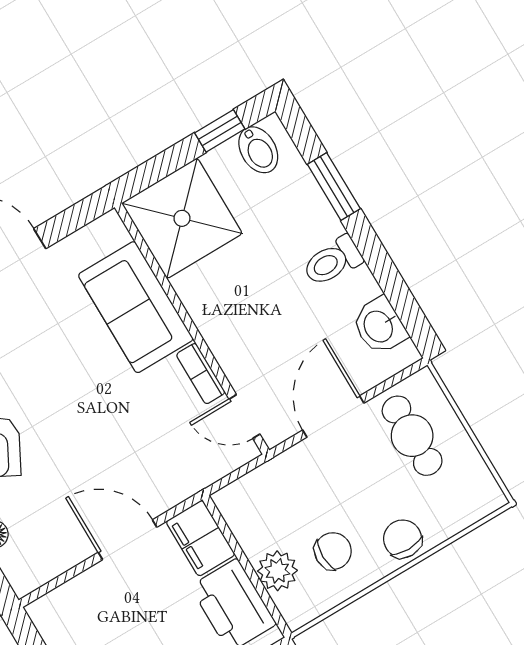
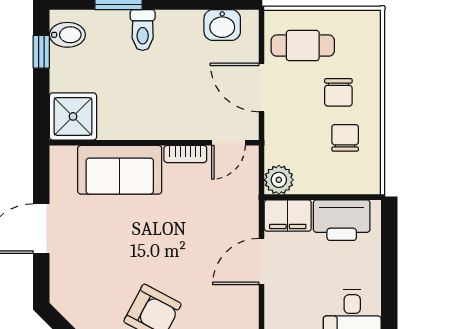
shower: (182, 218) -> (73, 116), width x0.73, depth x0.73
toilet: (333, 261) -> (143, 30), moved
chair: (403, 539) -> (338, 92), moved, turned -90
plant: (277, 571) -> (279, 180), moved

